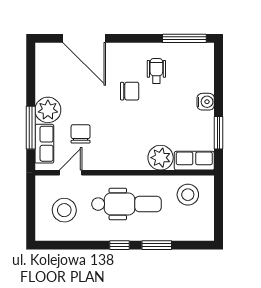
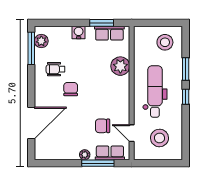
plant: (194, 52) -> (41, 41), added
plant: (48, 110) -> (85, 155), width x0.53, depth x0.53
row of seats: (194, 161) -> (109, 33), moved, turned -90
stool: (188, 195) -> (165, 42), moved

